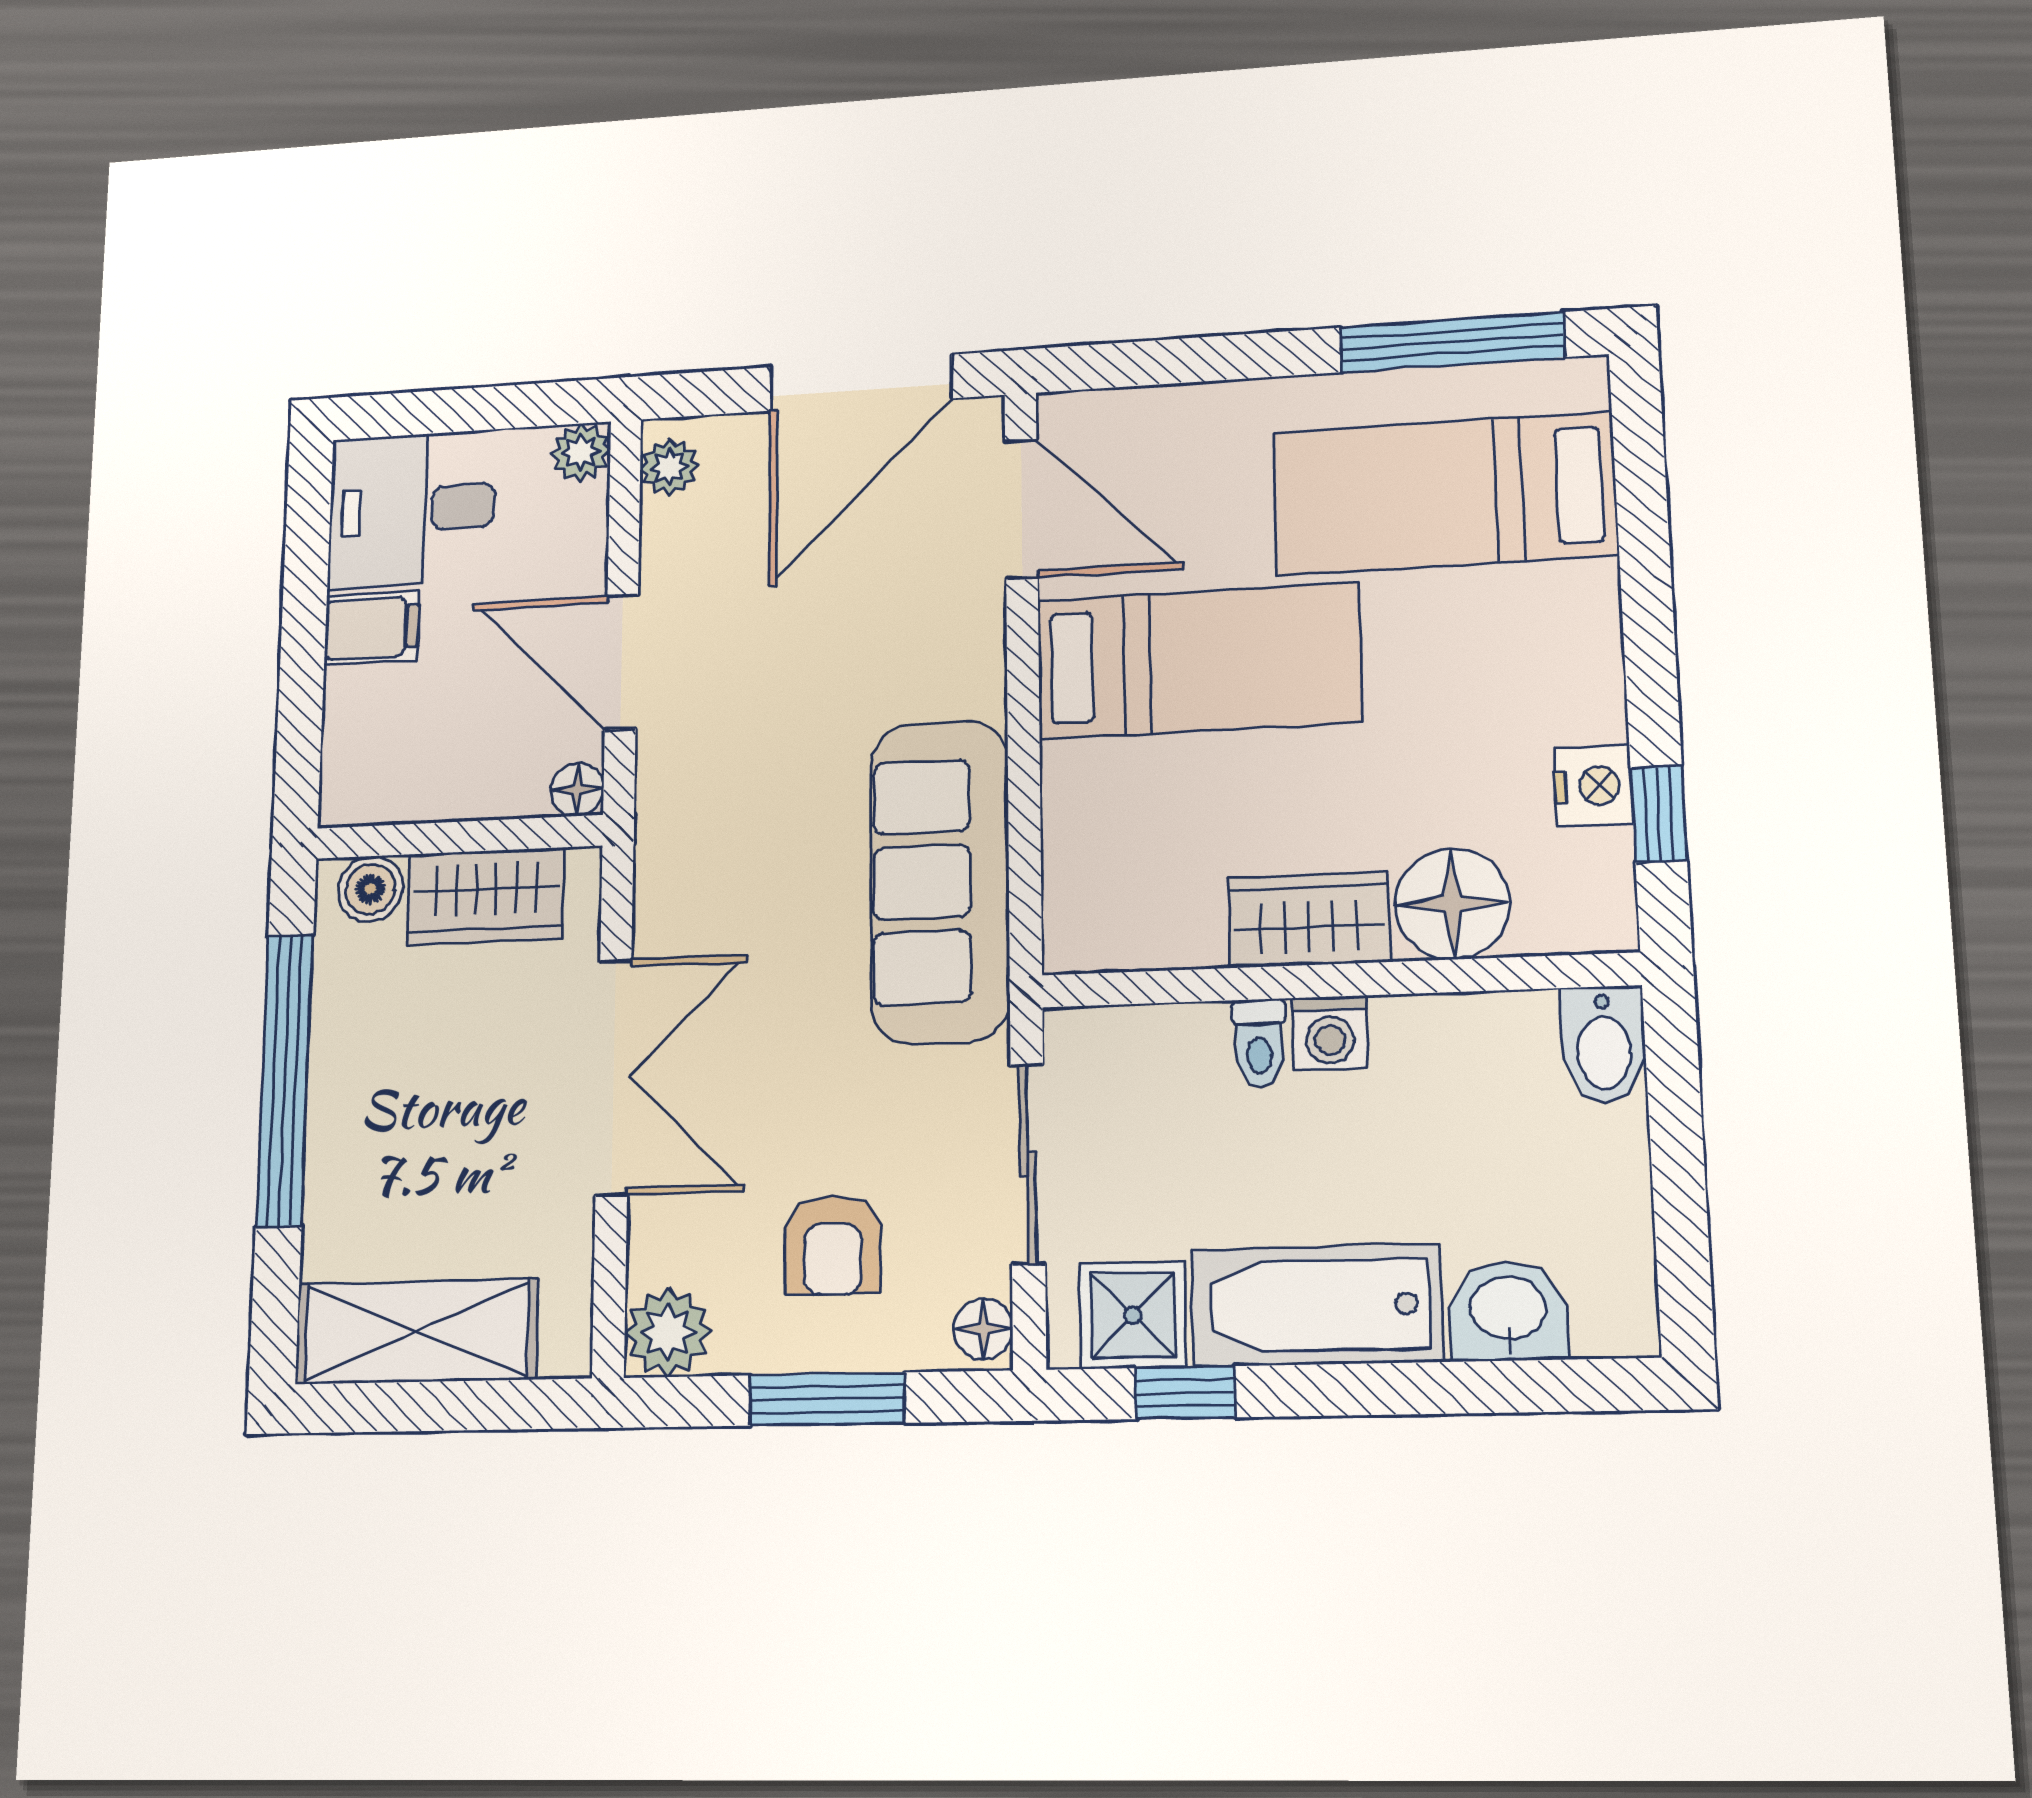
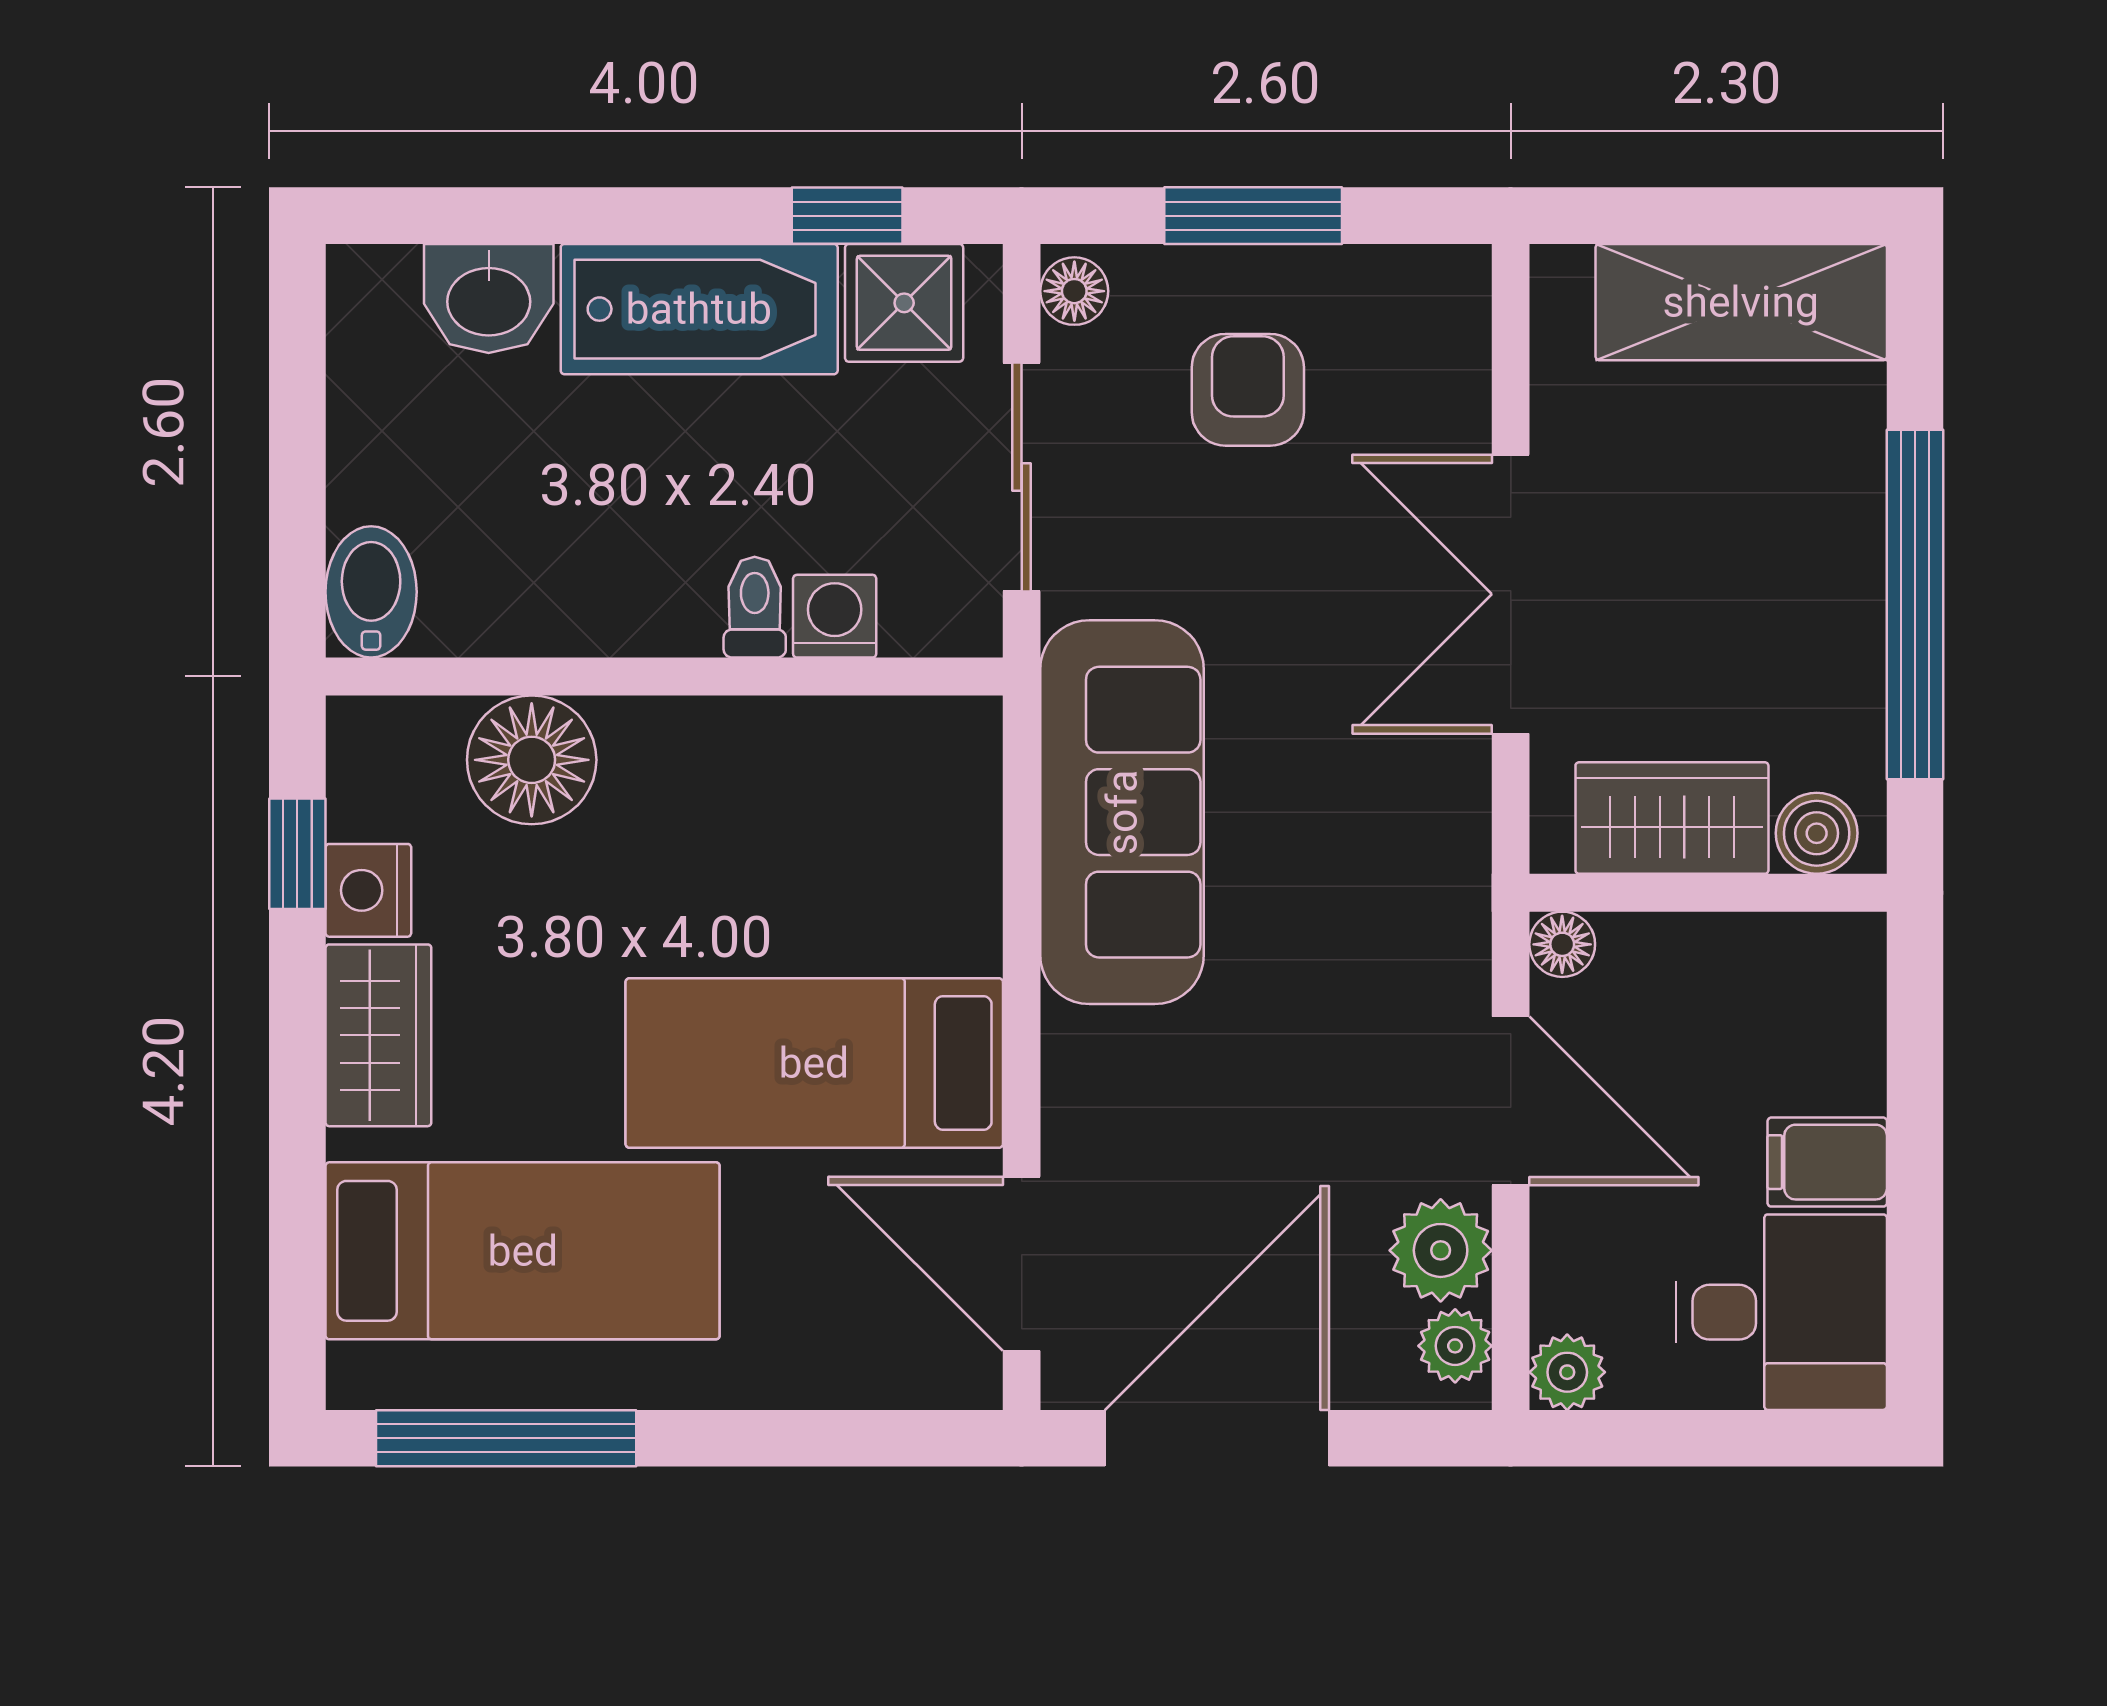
wardrobe: (1309, 920) -> (378, 1035), moved, turned -90
washing machine: (1330, 1033) -> (835, 616), moved
plant: (668, 1332) -> (1441, 1250), moved

